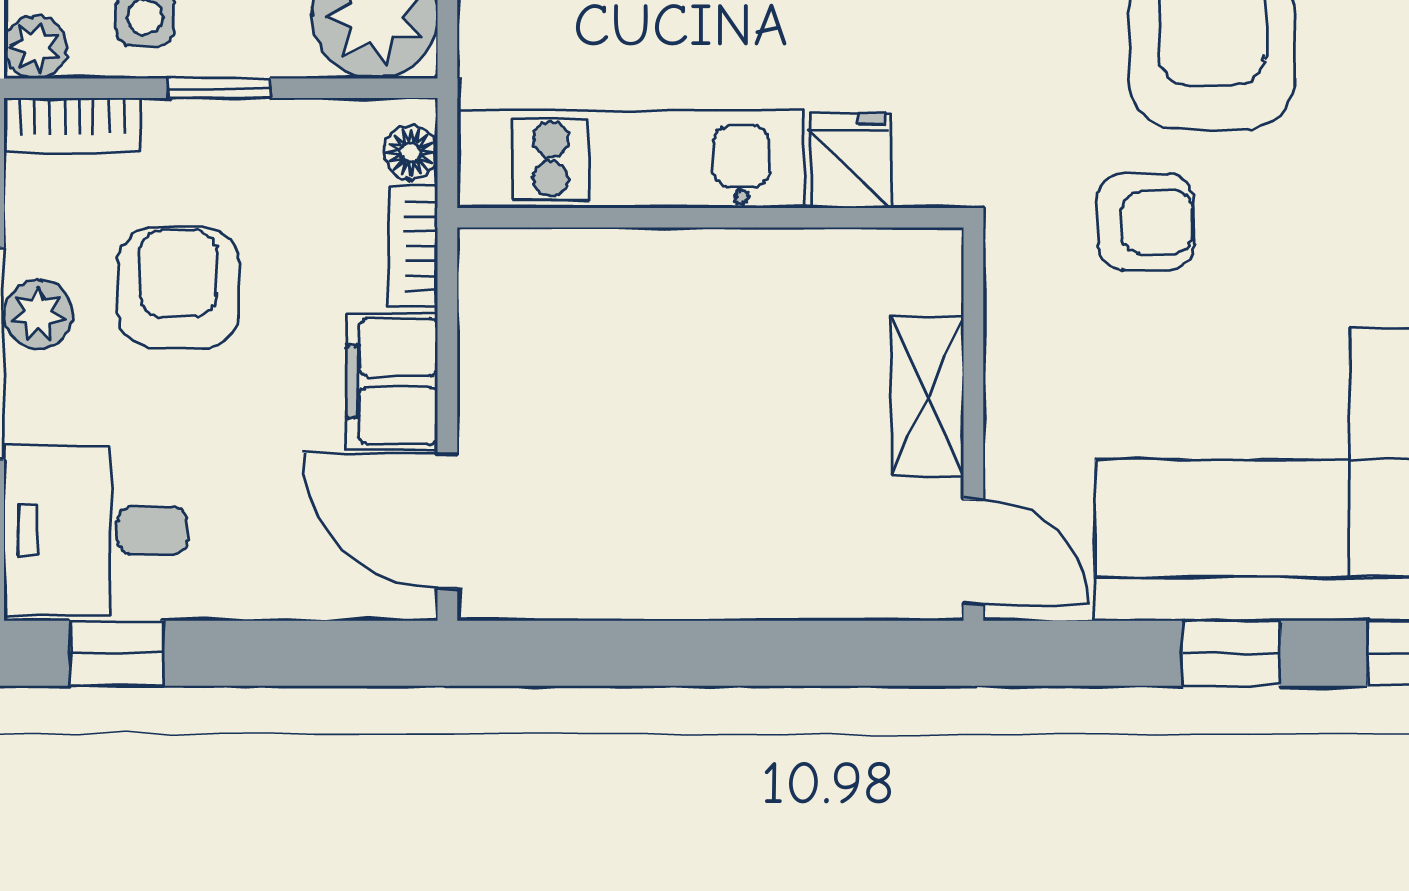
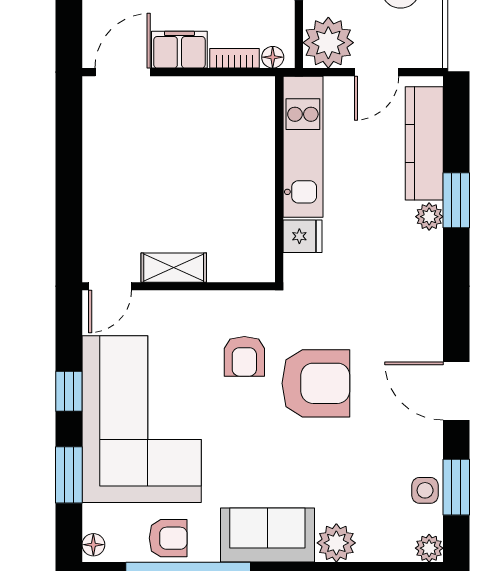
kitchen unit: (630, 159) -> (303, 147), moved
fridge: (850, 160) -> (302, 236), moved
wall: (710, 218) -> (279, 179), moved

